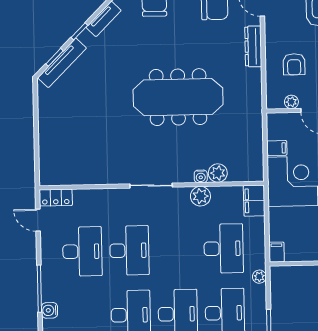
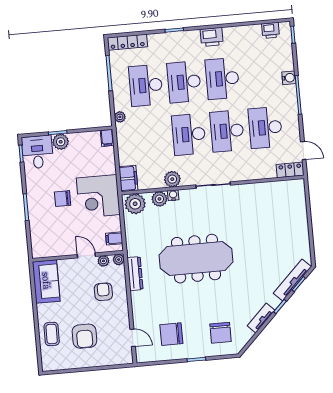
dresser: (253, 46) -> (135, 274), moved
plant: (273, 102) -> (119, 260), added
filing cabinet: (277, 148) -> (114, 238), moved
plant: (248, 169) -> (135, 204), added
desk: (224, 248) -> (189, 134), moved

